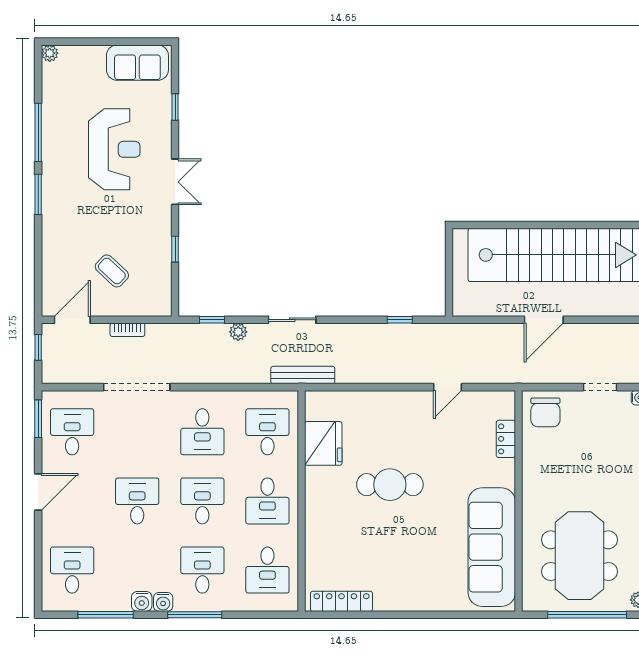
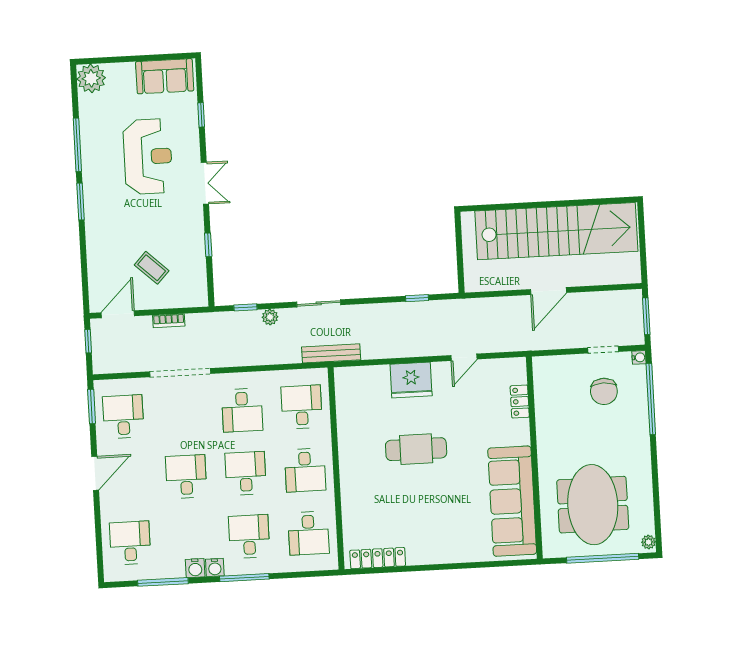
plant: (50, 53) -> (91, 78), width x1.88, depth x1.88
chair: (545, 412) -> (604, 391), moved
fridge: (323, 443) -> (411, 380), moved, turned 90

